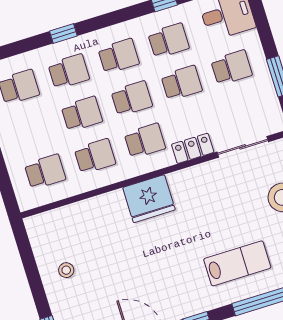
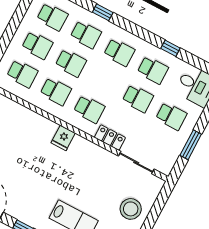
school desk: (132, 98) -> (37, 45), moved
fridge: (149, 199) -> (63, 138), width x0.53, depth x0.75

